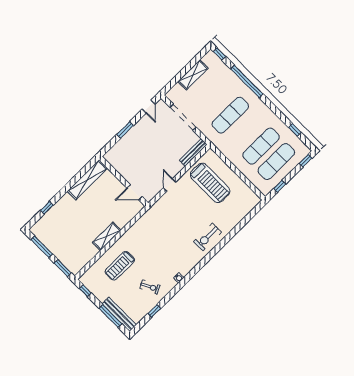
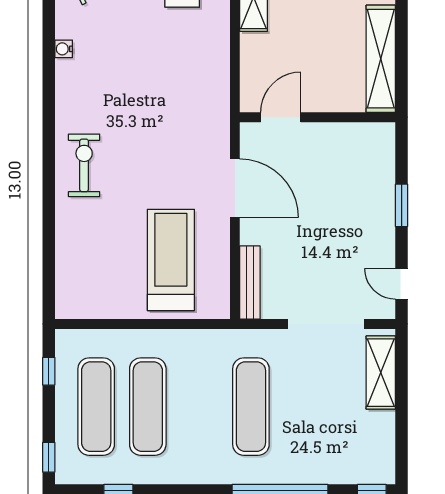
shelving: (193, 75) -> (381, 373), moved
treadmill: (210, 183) -> (171, 260), turned 90
door: (170, 185) -> (235, 188), width x1.87

